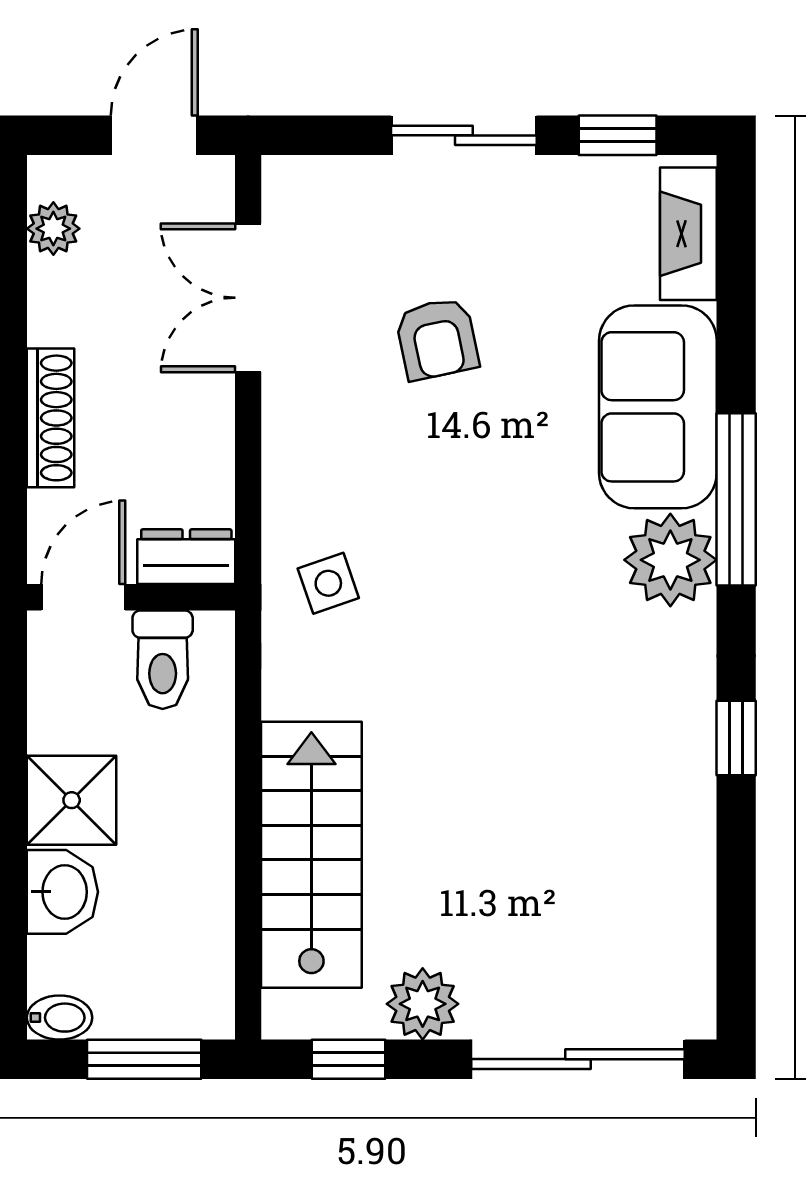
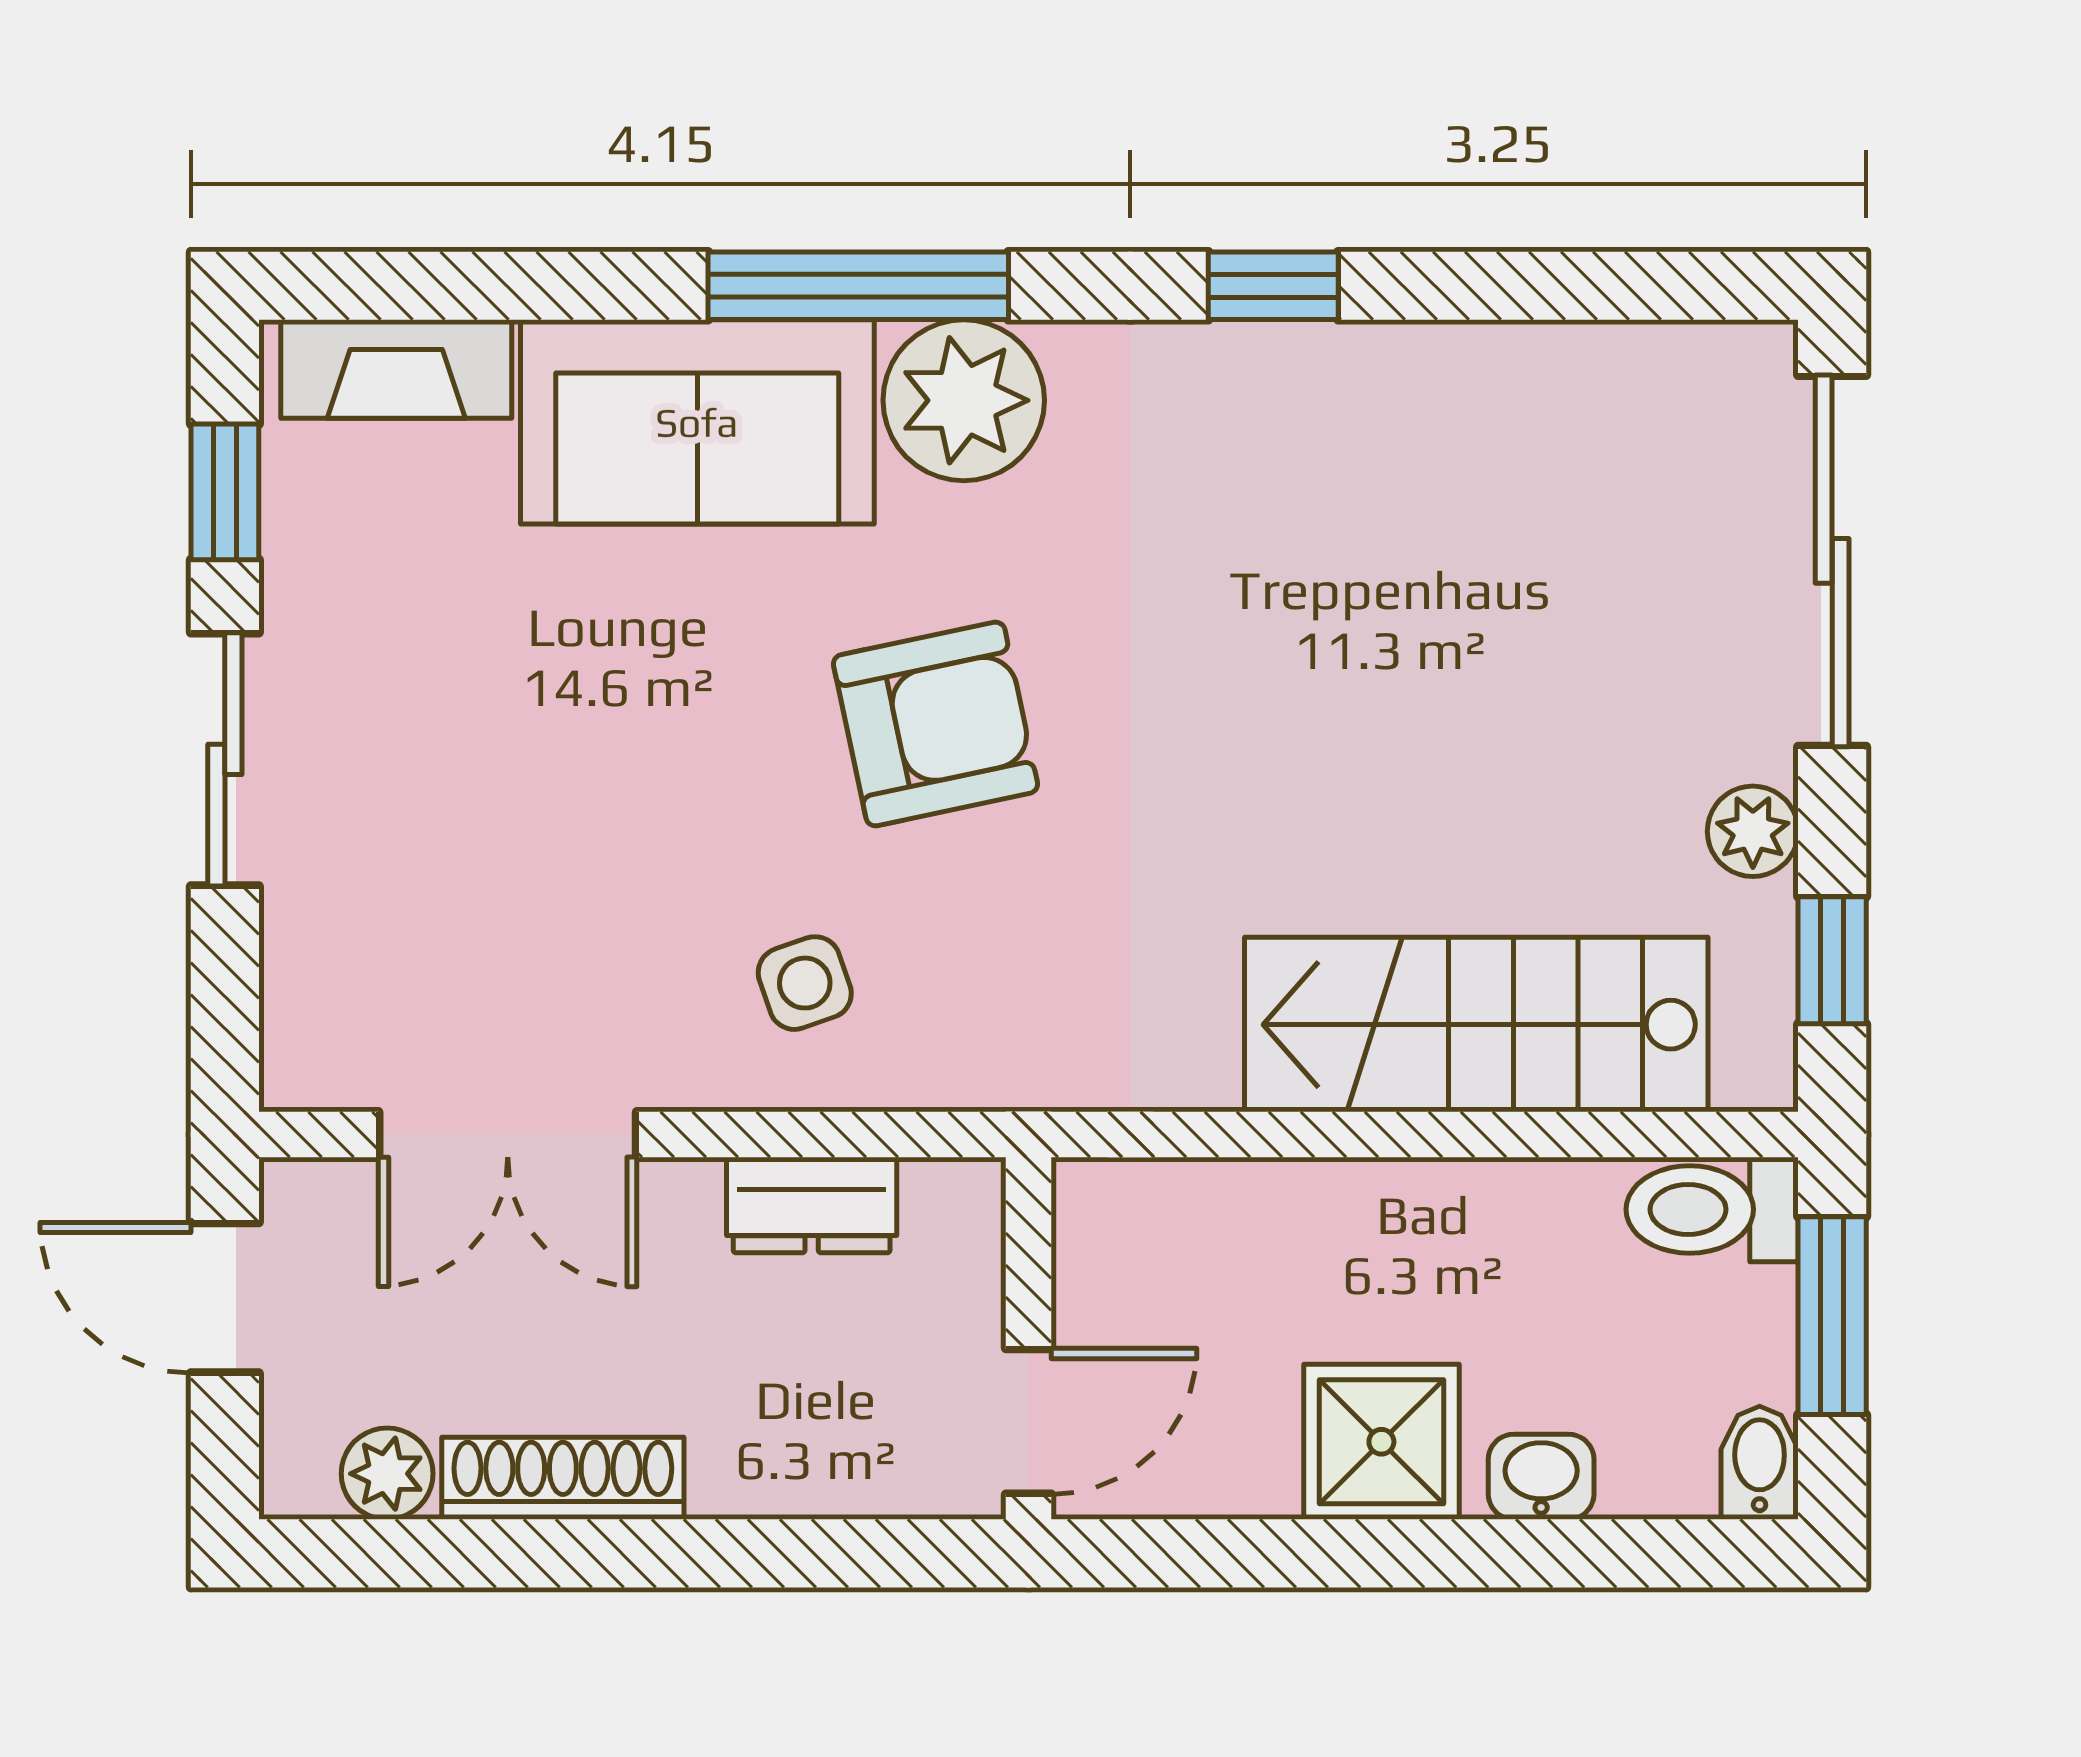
armchair: (437, 339) -> (935, 724), moved, width x1.38, depth x1.38
shoe rack: (51, 418) -> (563, 1478), moved
dresser: (186, 557) -> (812, 1205), moved, turned -90
side table: (328, 583) -> (805, 983), moved
door: (83, 597) -> (1029, 1421), swing flipped
toilet: (163, 660) -> (1712, 1209), moved, turned 180
washbasin: (62, 892) -> (1541, 1477), width x0.72, depth x0.69
plant: (423, 1004) -> (1753, 831), width x0.73, depth x0.73

